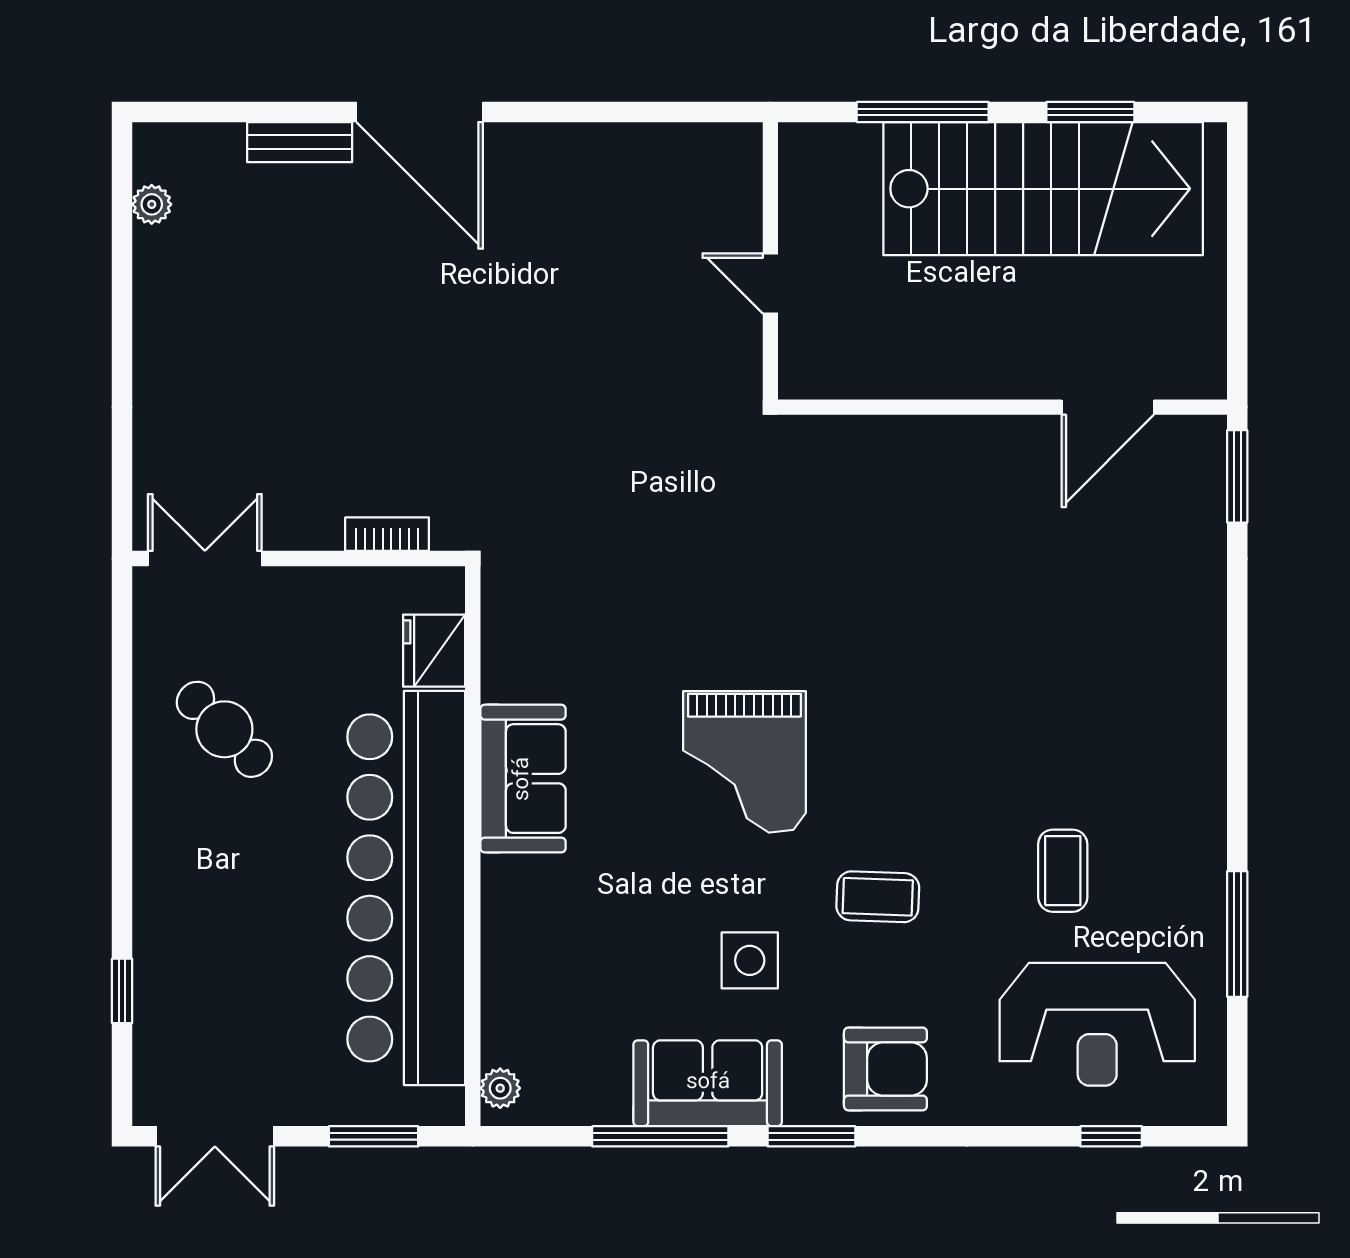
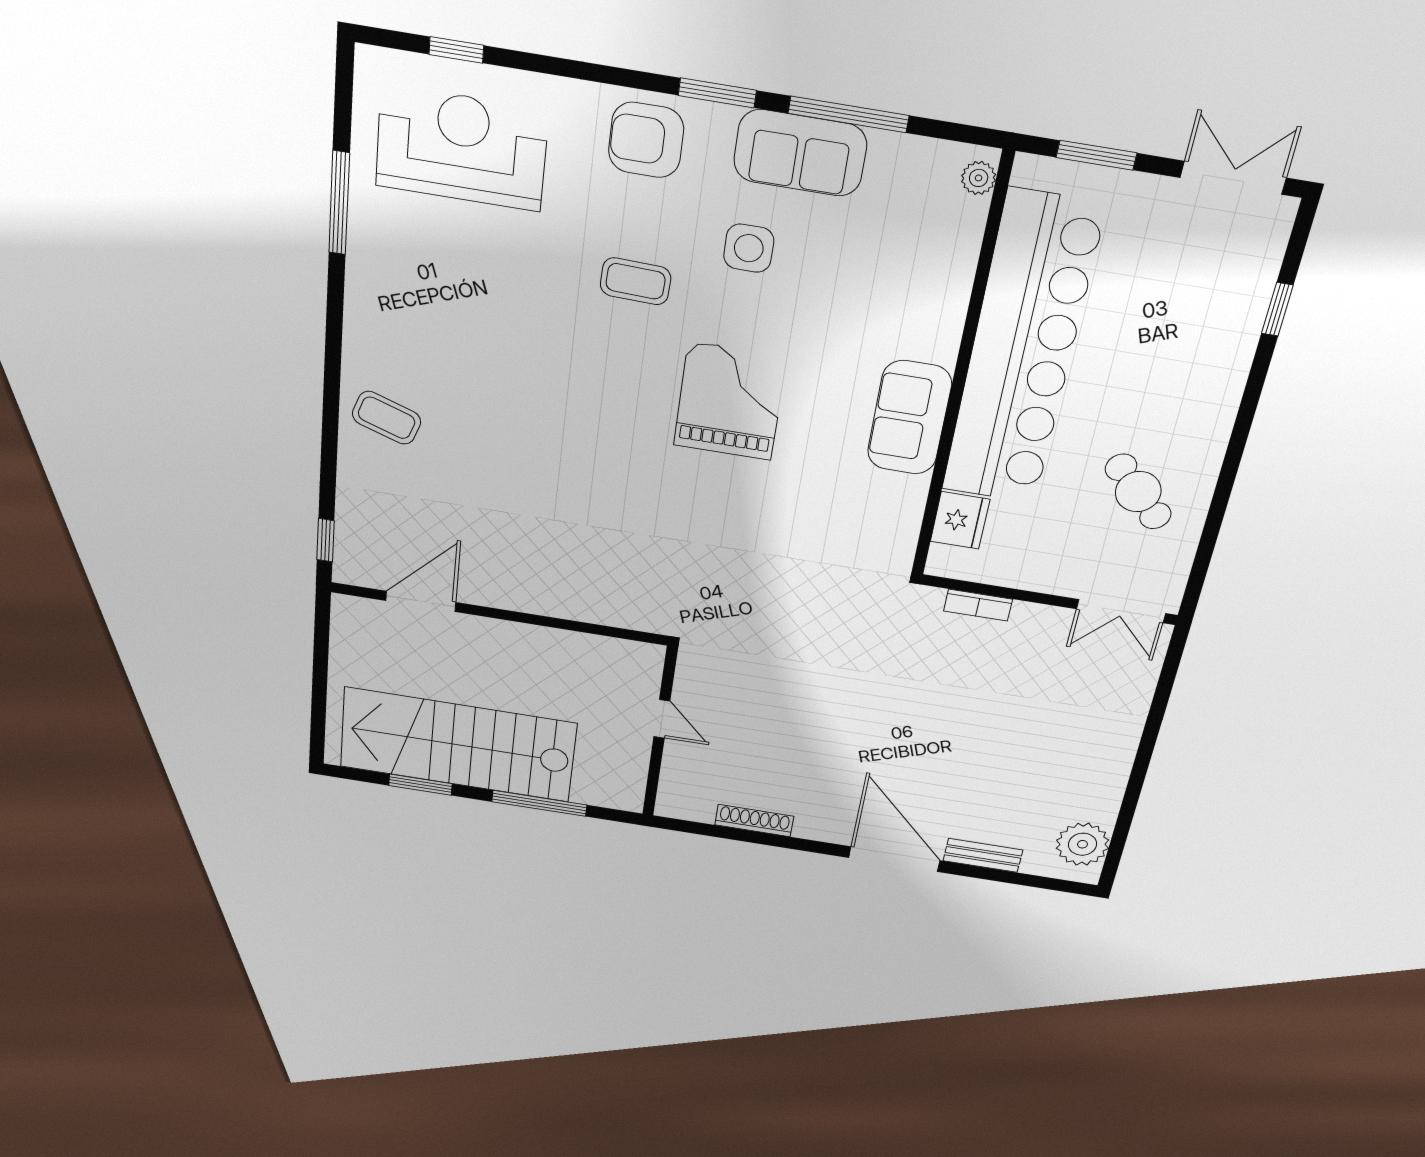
shoe rack: (623, 140) -> (754, 821), added
plant: (152, 204) -> (1082, 844), width x1.88, depth x1.88
window: (1237, 476) -> (325, 540), width x0.67
coffee table: (1063, 871) -> (387, 418), moved, turned -71

